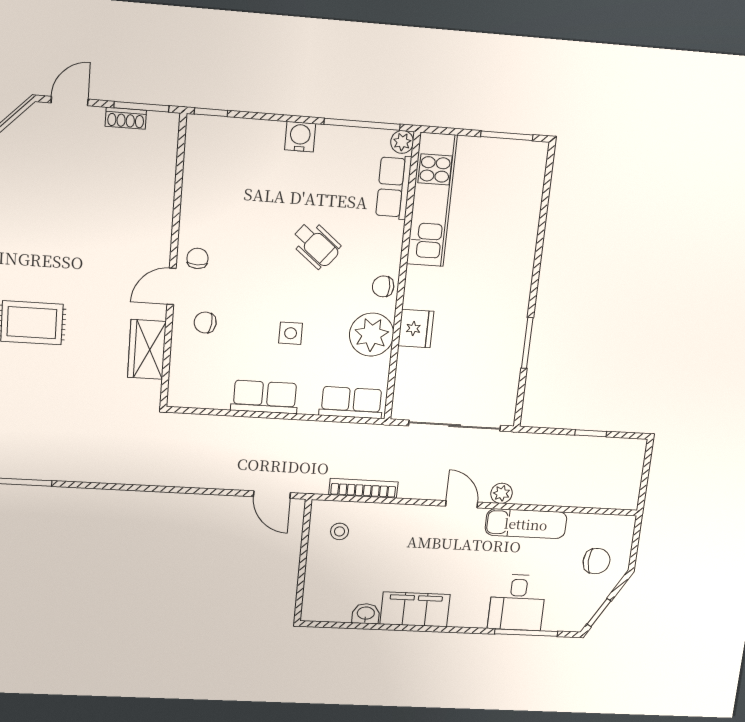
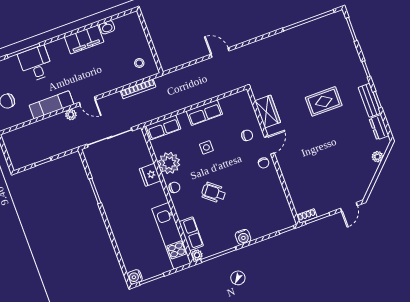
shoe rack: (126, 118) -> (307, 216), moved
water cooler: (535, 154) -> (135, 277), added
door: (272, 495) -> (220, 53), moved

